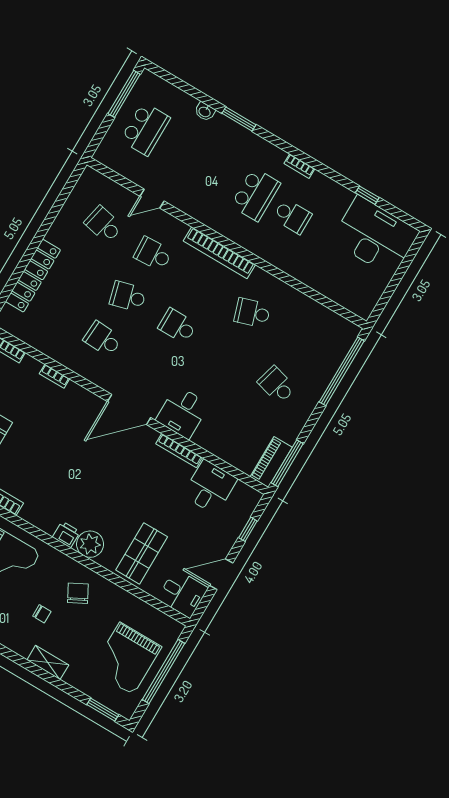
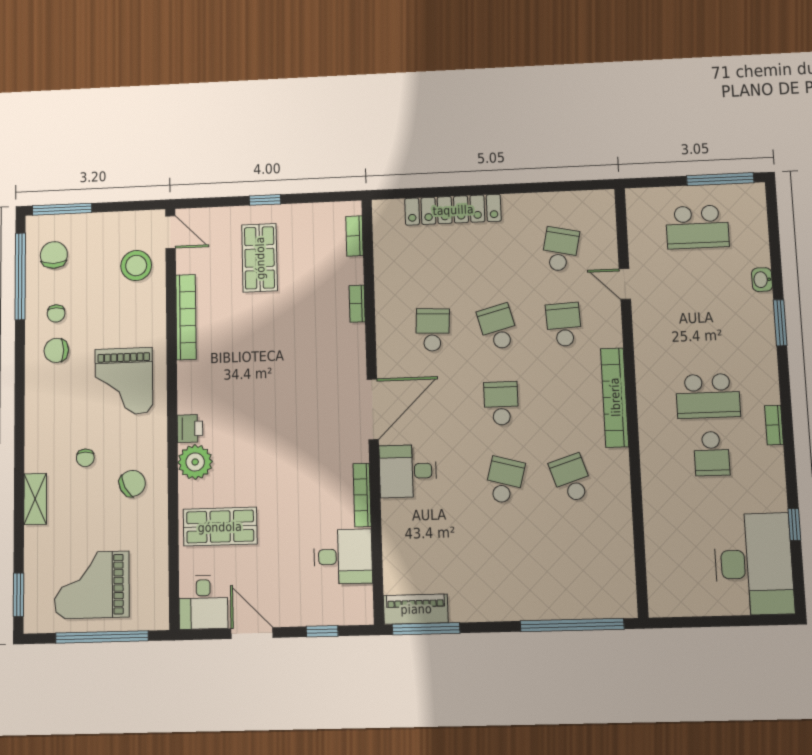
school desk: (277, 385) -> (504, 481), moved
door: (129, 409) -> (373, 409), swing flipped

